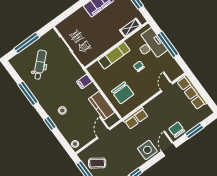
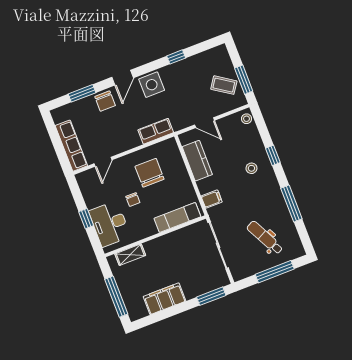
window: (66, 14) -> (211, 296), added
window: (168, 44) -> (86, 219), width x0.46
exam couch: (114, 55) -> (177, 218), moved
dental chair: (40, 65) -> (265, 238), turned 106
chair: (123, 93) -> (150, 173), moved
door: (104, 133) -> (205, 123), hinge flipped

